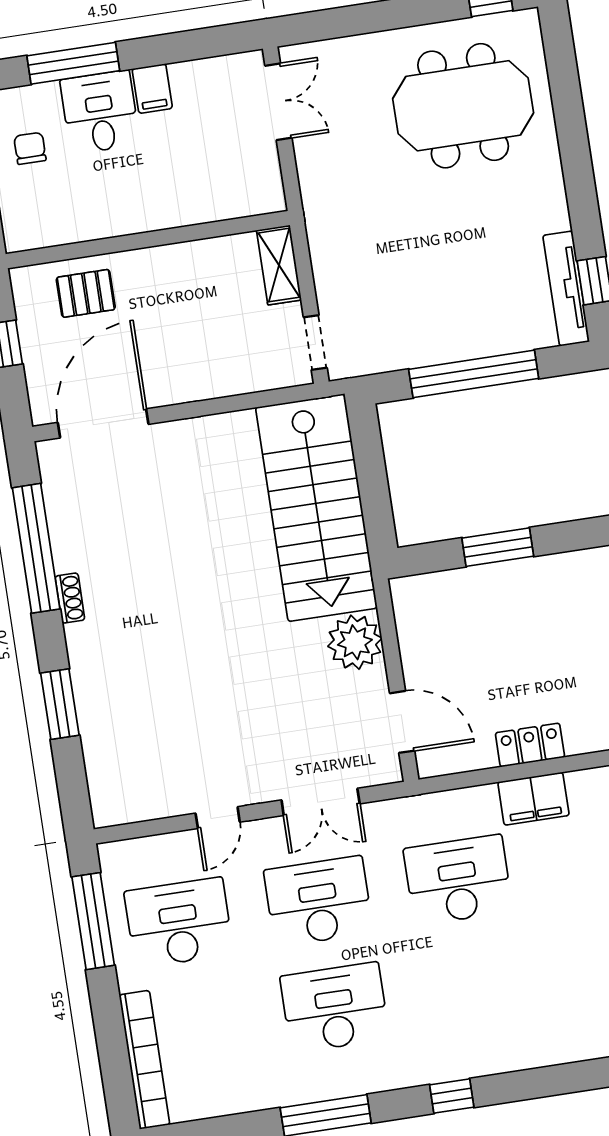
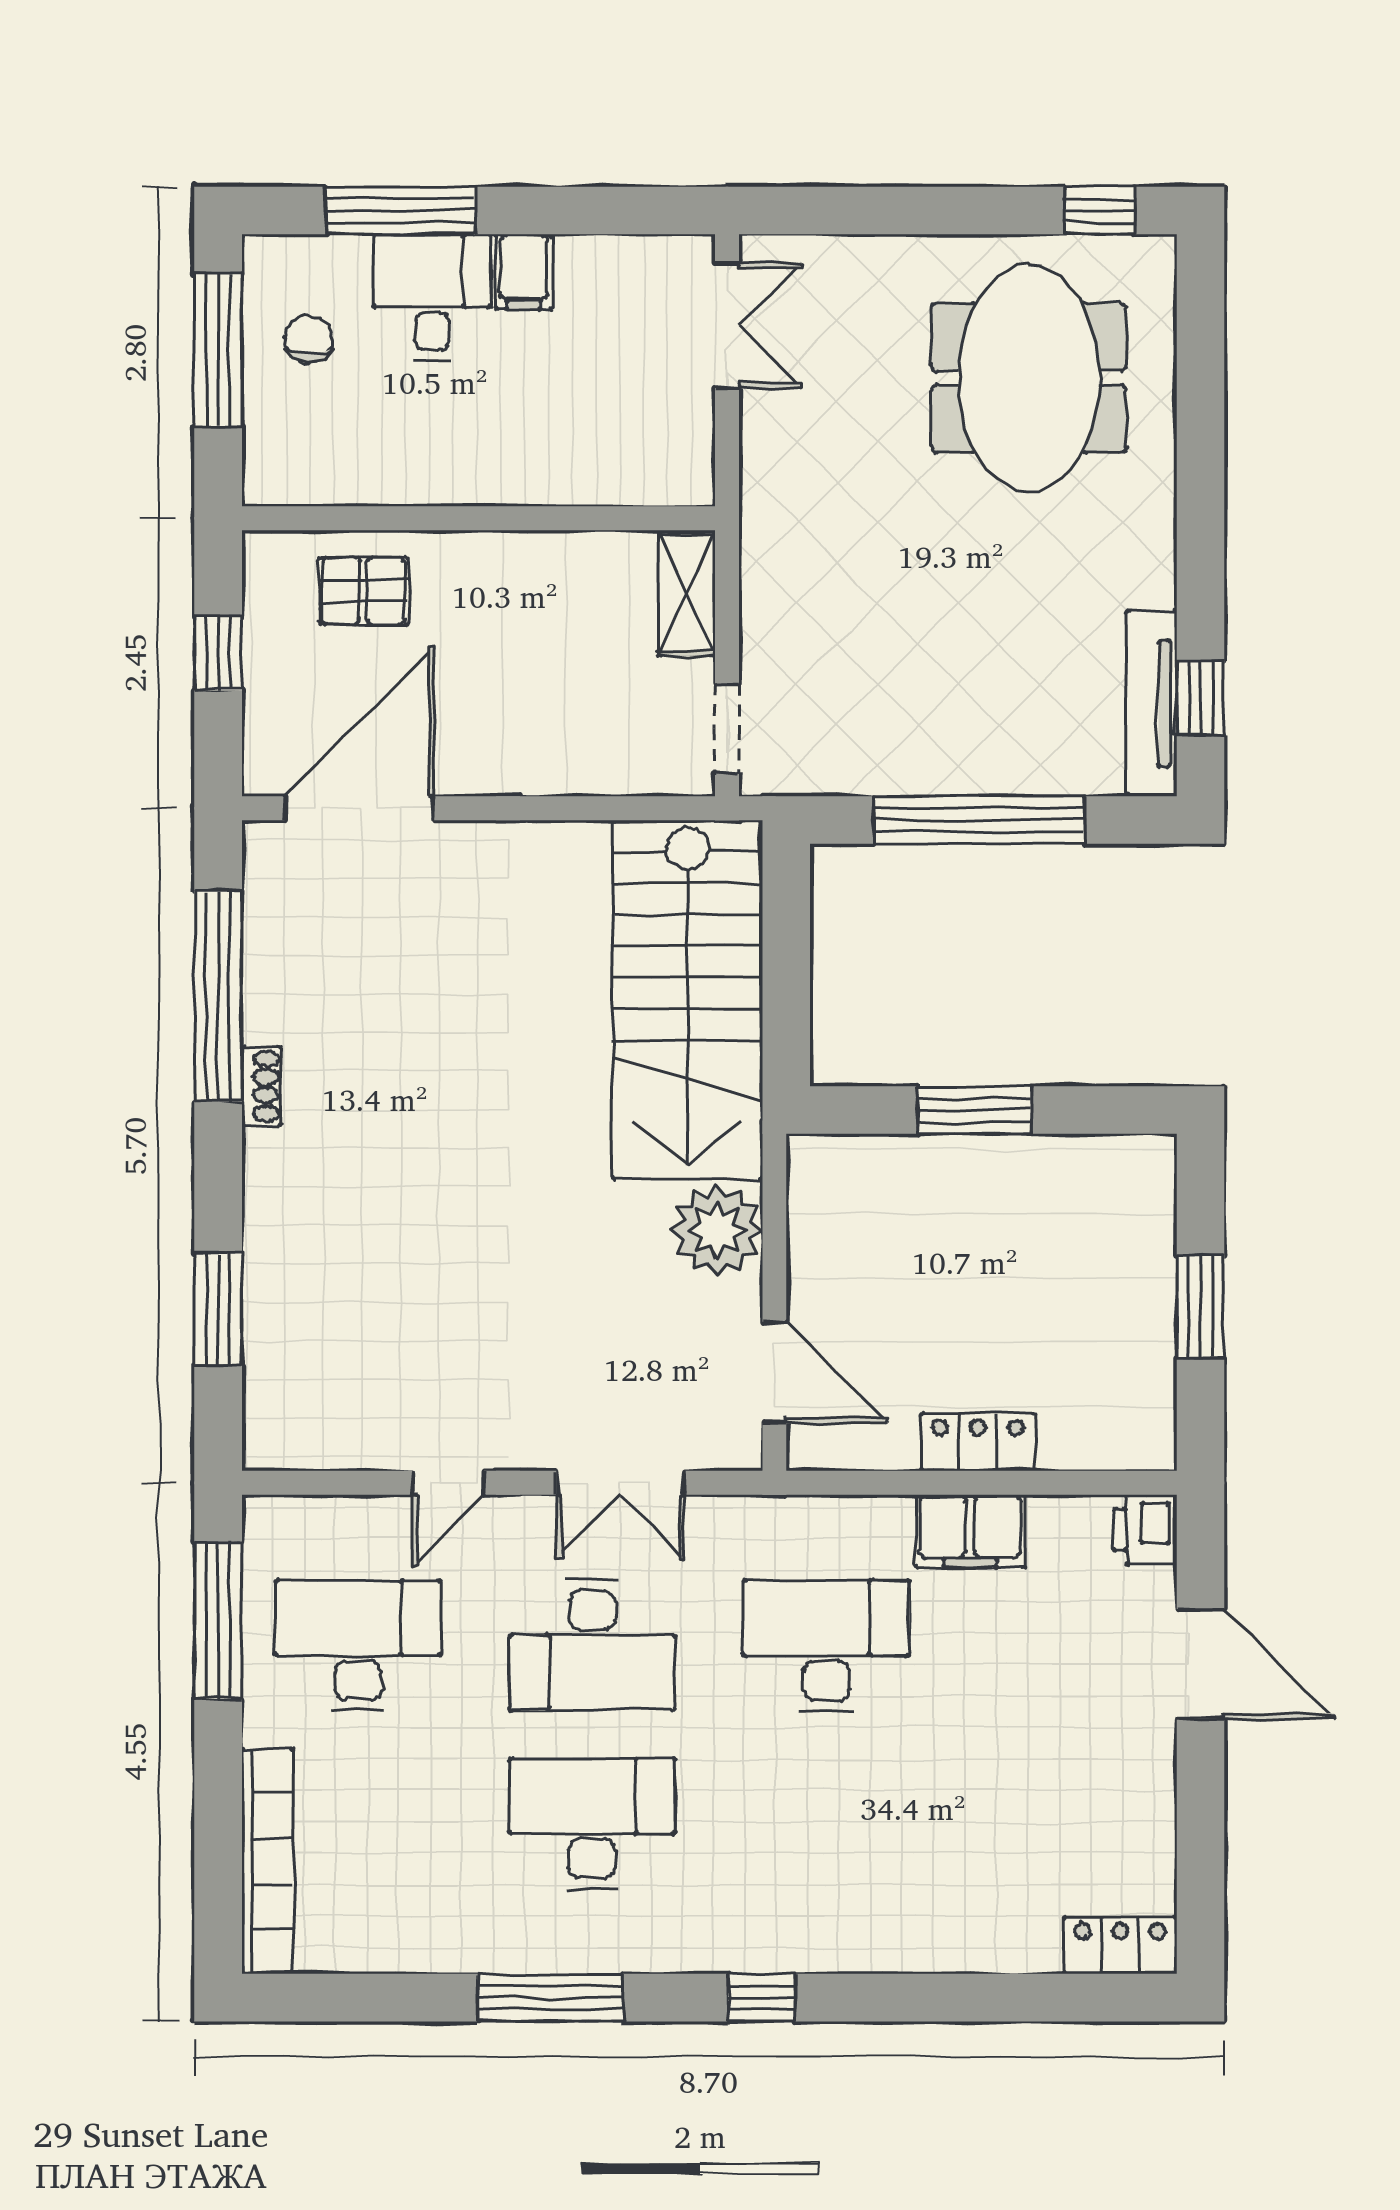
meeting table: (463, 106) -> (1029, 378), turned 90
window: (60, 704) -> (218, 1309), moved
desk: (318, 901) -> (592, 1645), turned 180

